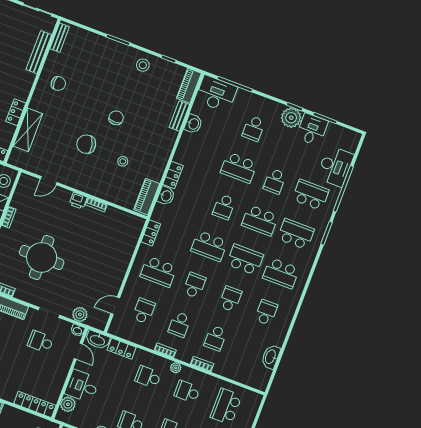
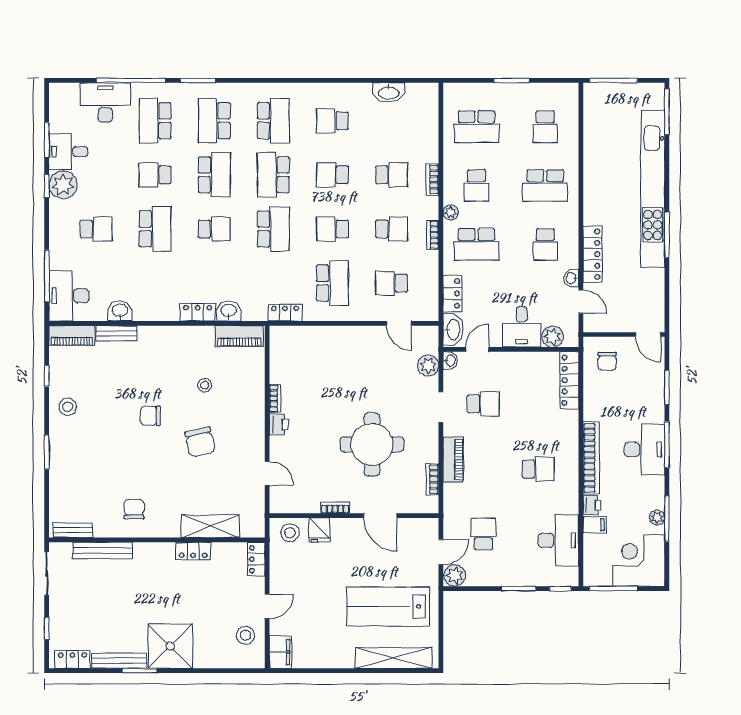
school desk: (275, 181) -> (155, 175), turned 180
school desk: (41, 342) -> (483, 404), turned -90
school desk: (148, 377) -> (476, 244), width x1.85

